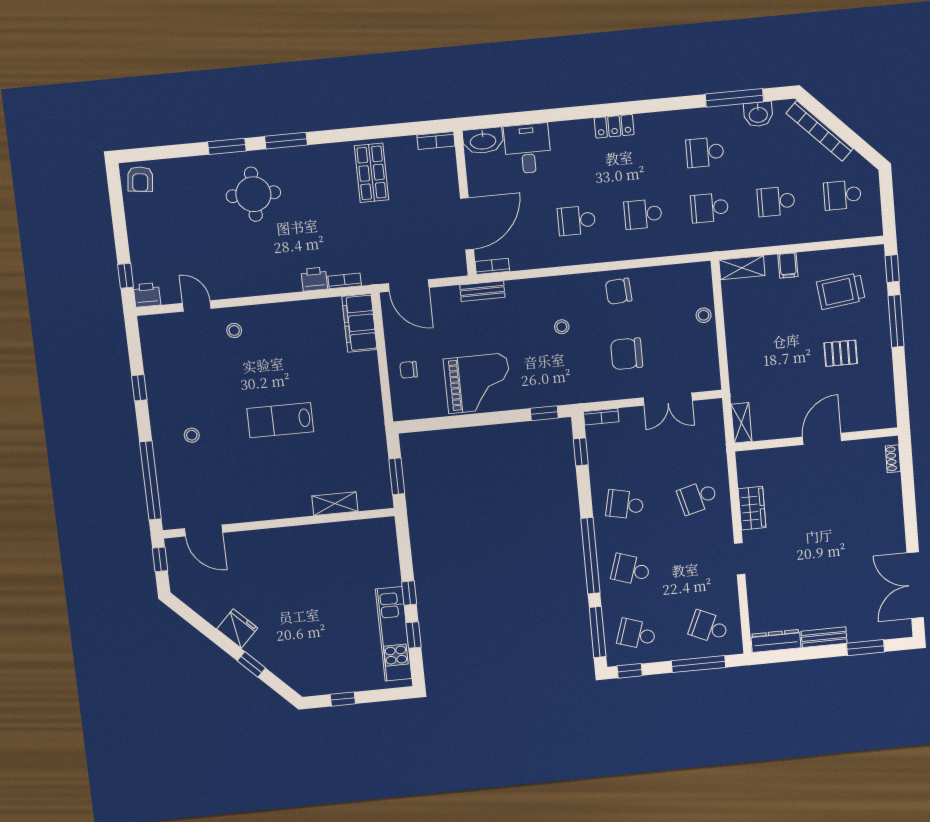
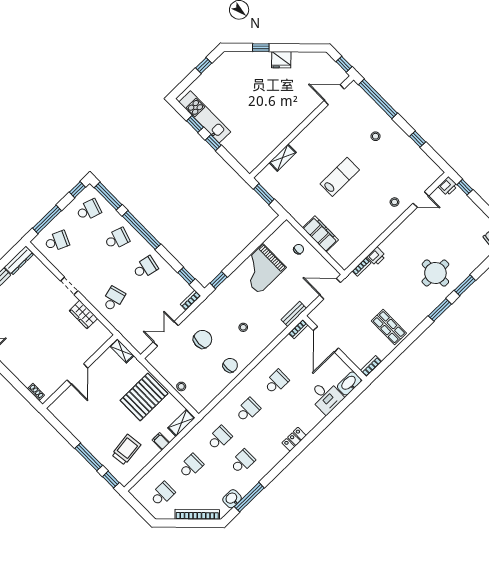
filing cabinet: (359, 323) -> (321, 234), moved
pallet: (841, 353) -> (144, 397), moved, width x2.05, depth x2.00

